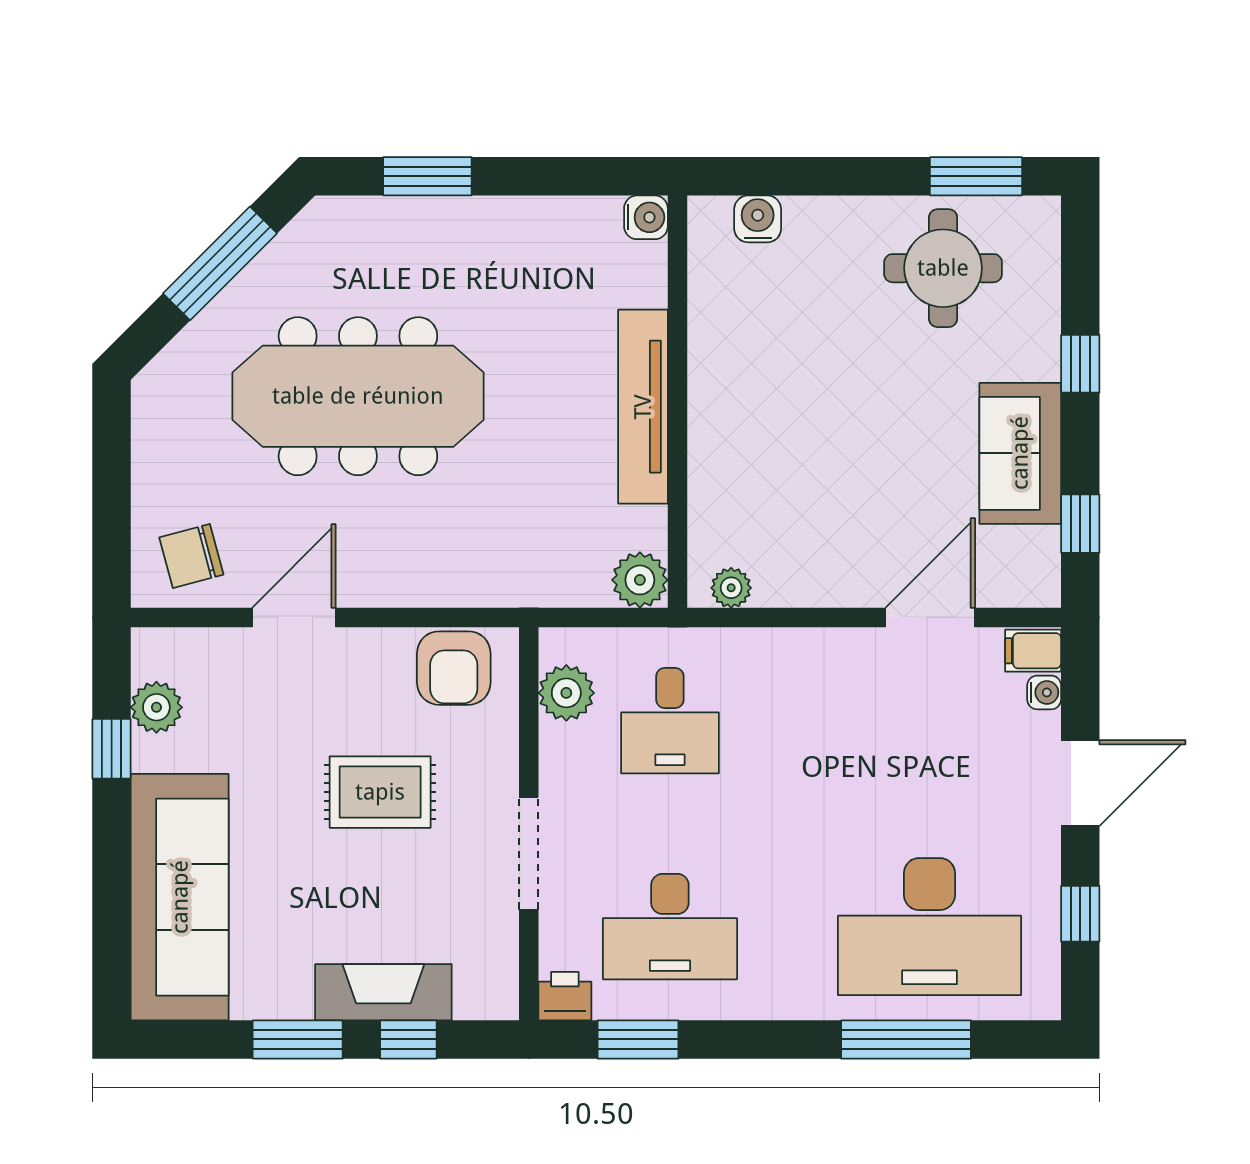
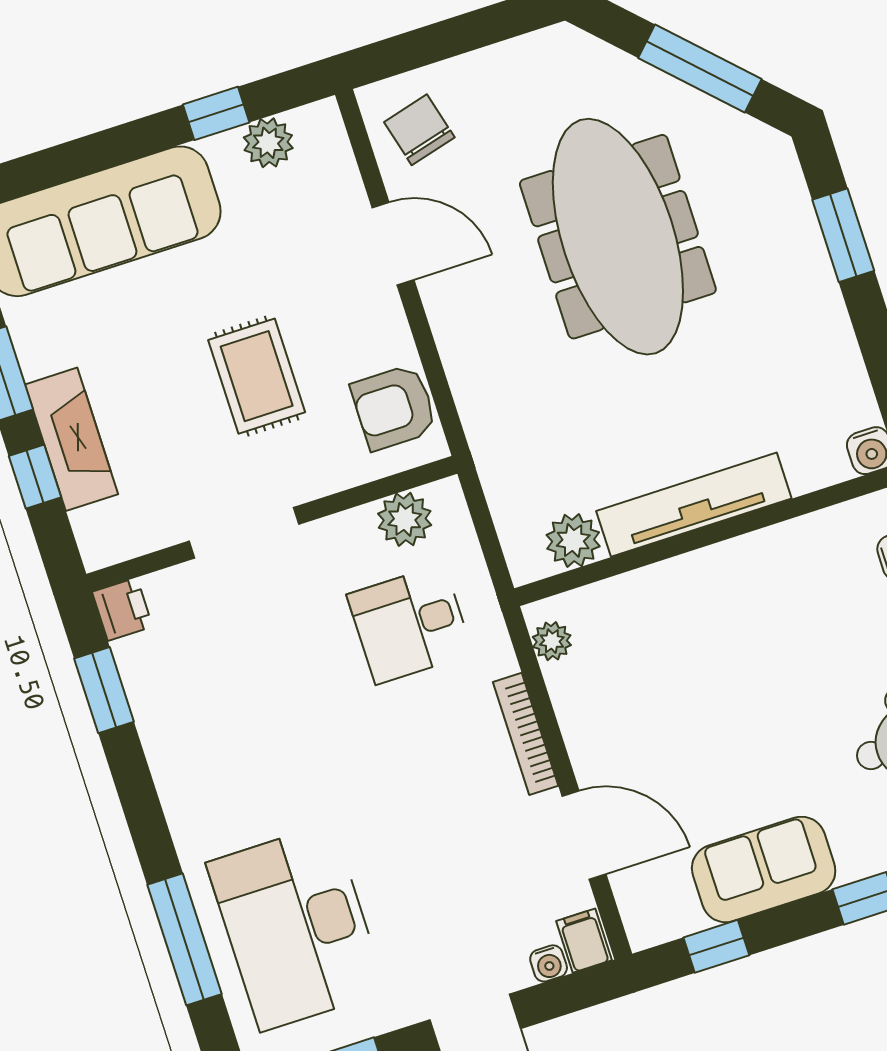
plant: (640, 580) -> (573, 541), moved
bookcase: (813, 643) -> (526, 734), added
desk: (670, 927) -> (219, 686), removed

